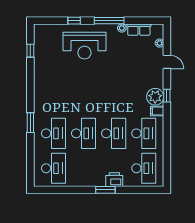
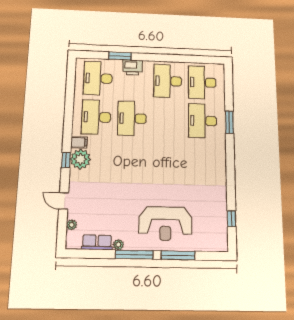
window: (74, 21) -> (178, 255), width x2.17
reception desk: (84, 46) -> (165, 224), turned 180
window: (30, 123) -> (229, 122), moved
desk: (84, 133) -> (168, 81), moved
window: (105, 190) -> (120, 56), moved

